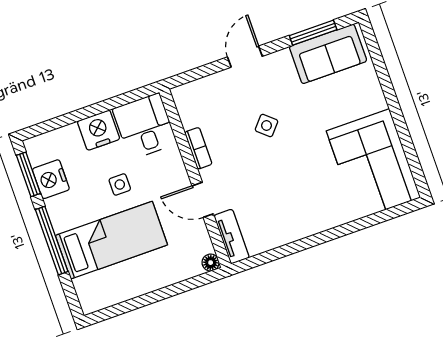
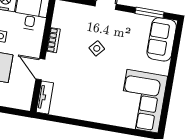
sofa: (328, 54) -> (162, 39), moved, turned 90
floor lamp: (211, 263) -> (26, 105), removed

